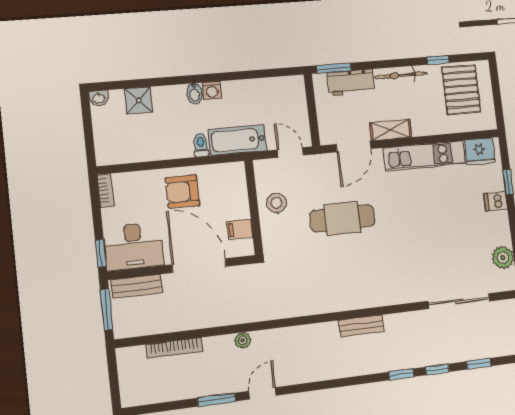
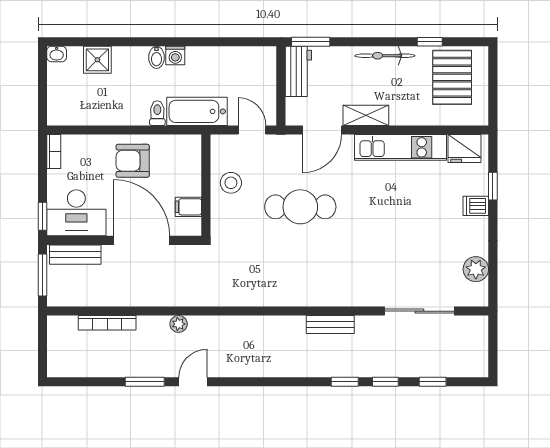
workbench: (351, 82) -> (298, 71), moved, turned -90
bench: (361, 326) -> (330, 325), moved

